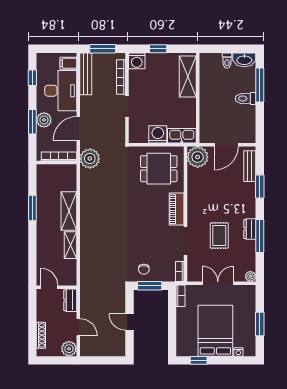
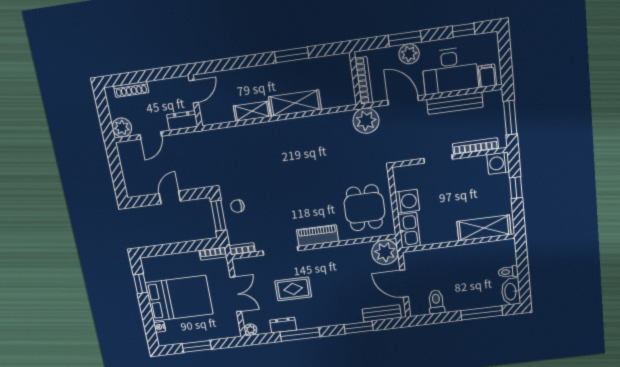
bench: (86, 74) -> (455, 103), moved
toilet: (246, 99) -> (436, 302), moved
dresser: (250, 229) -> (283, 325), moved

